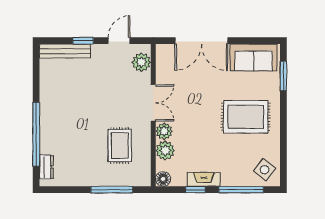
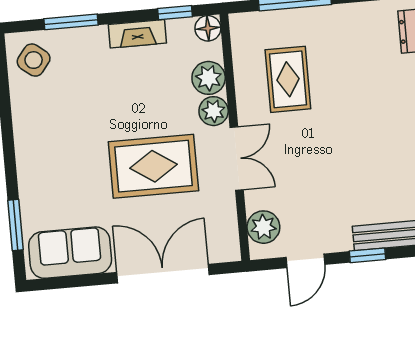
double door: (153, 103) -> (237, 158), swing flipped
rug: (246, 117) -> (153, 166), moved
window: (195, 190) -> (175, 13), moved
window: (241, 190) -> (71, 22), width x0.69

